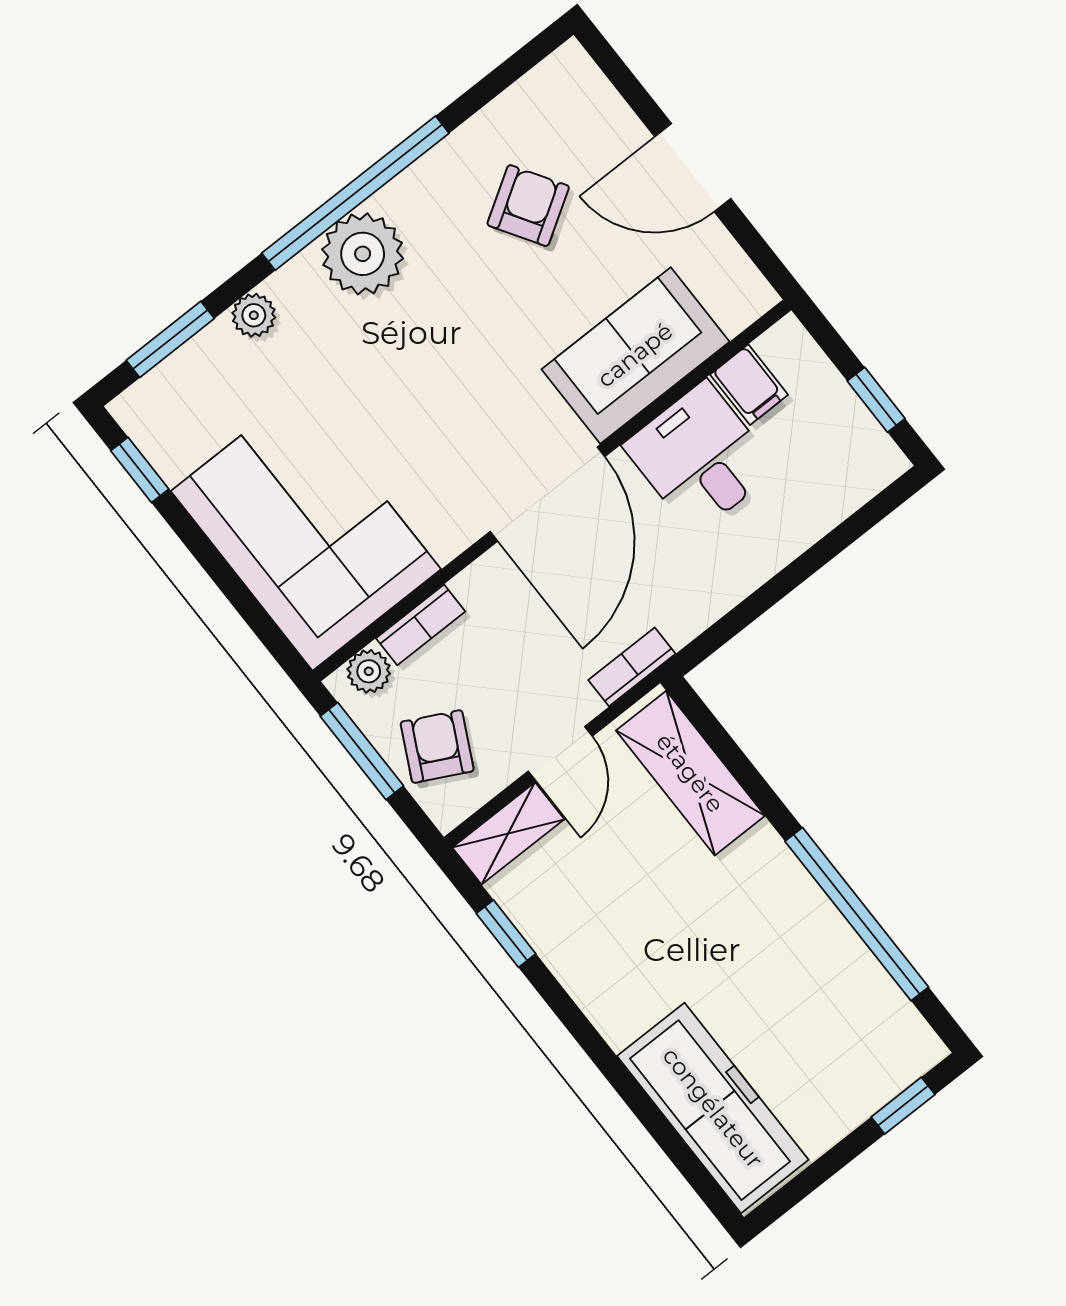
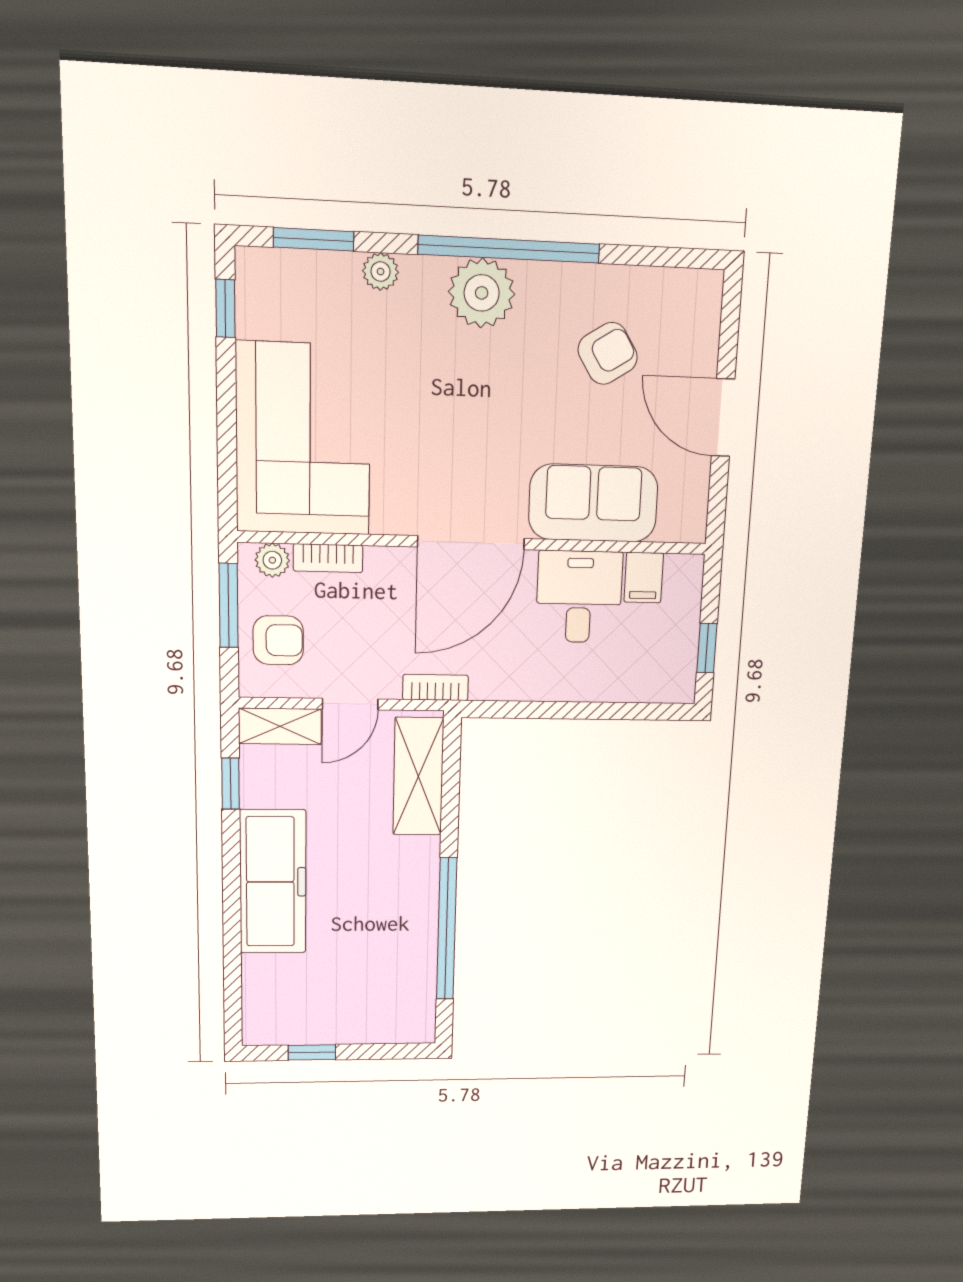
armchair: (437, 746) -> (278, 640), turned 63
window: (903, 1106) -> (312, 1052), moved
freezer: (713, 1108) -> (273, 882), moved

